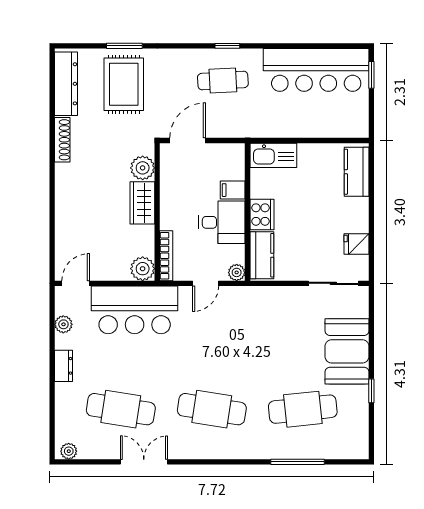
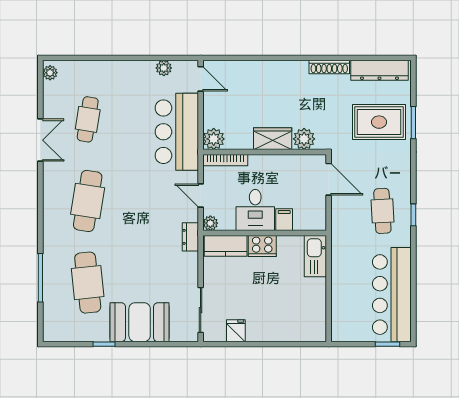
kitchen counter: (357, 172) -> (301, 331), removed
dresser: (64, 366) -> (190, 237), moved, turned 90
cafe table: (121, 409) -> (88, 119), width x0.73, depth x0.74

